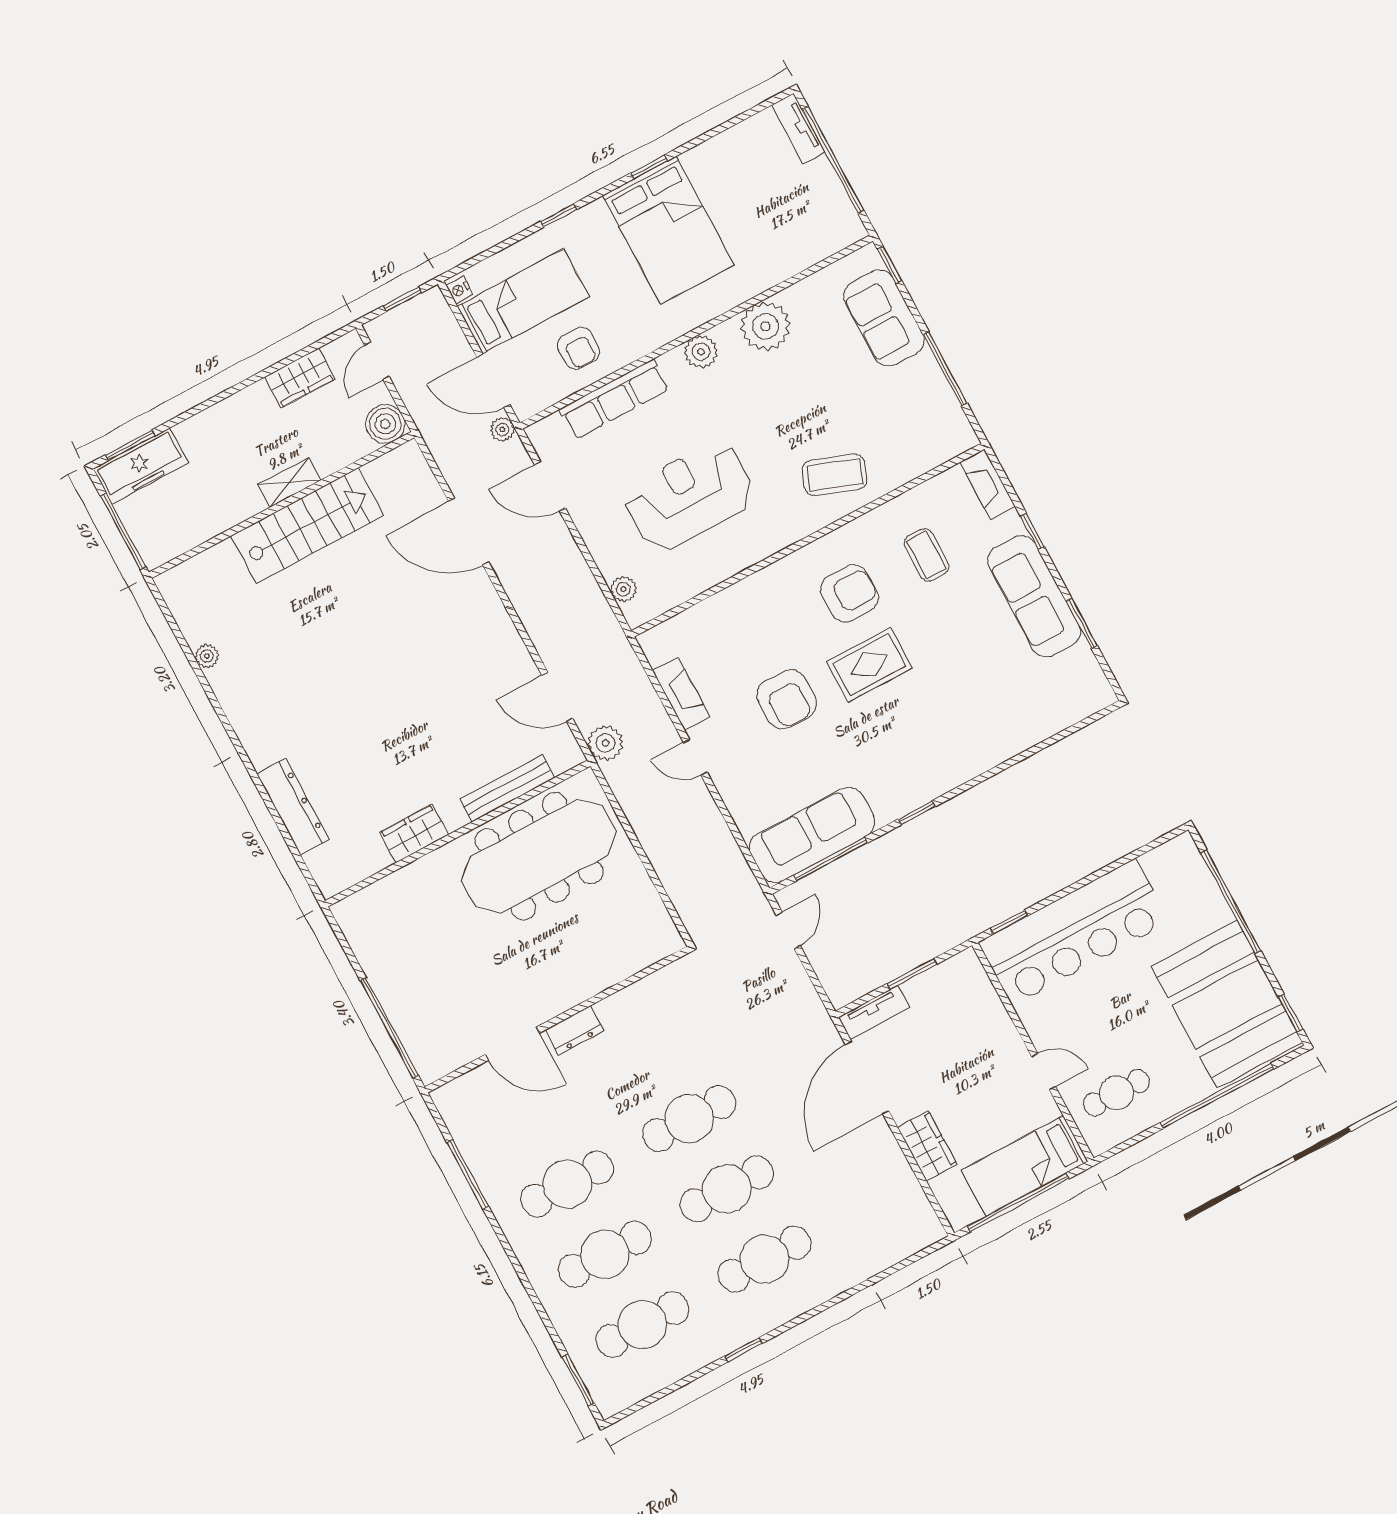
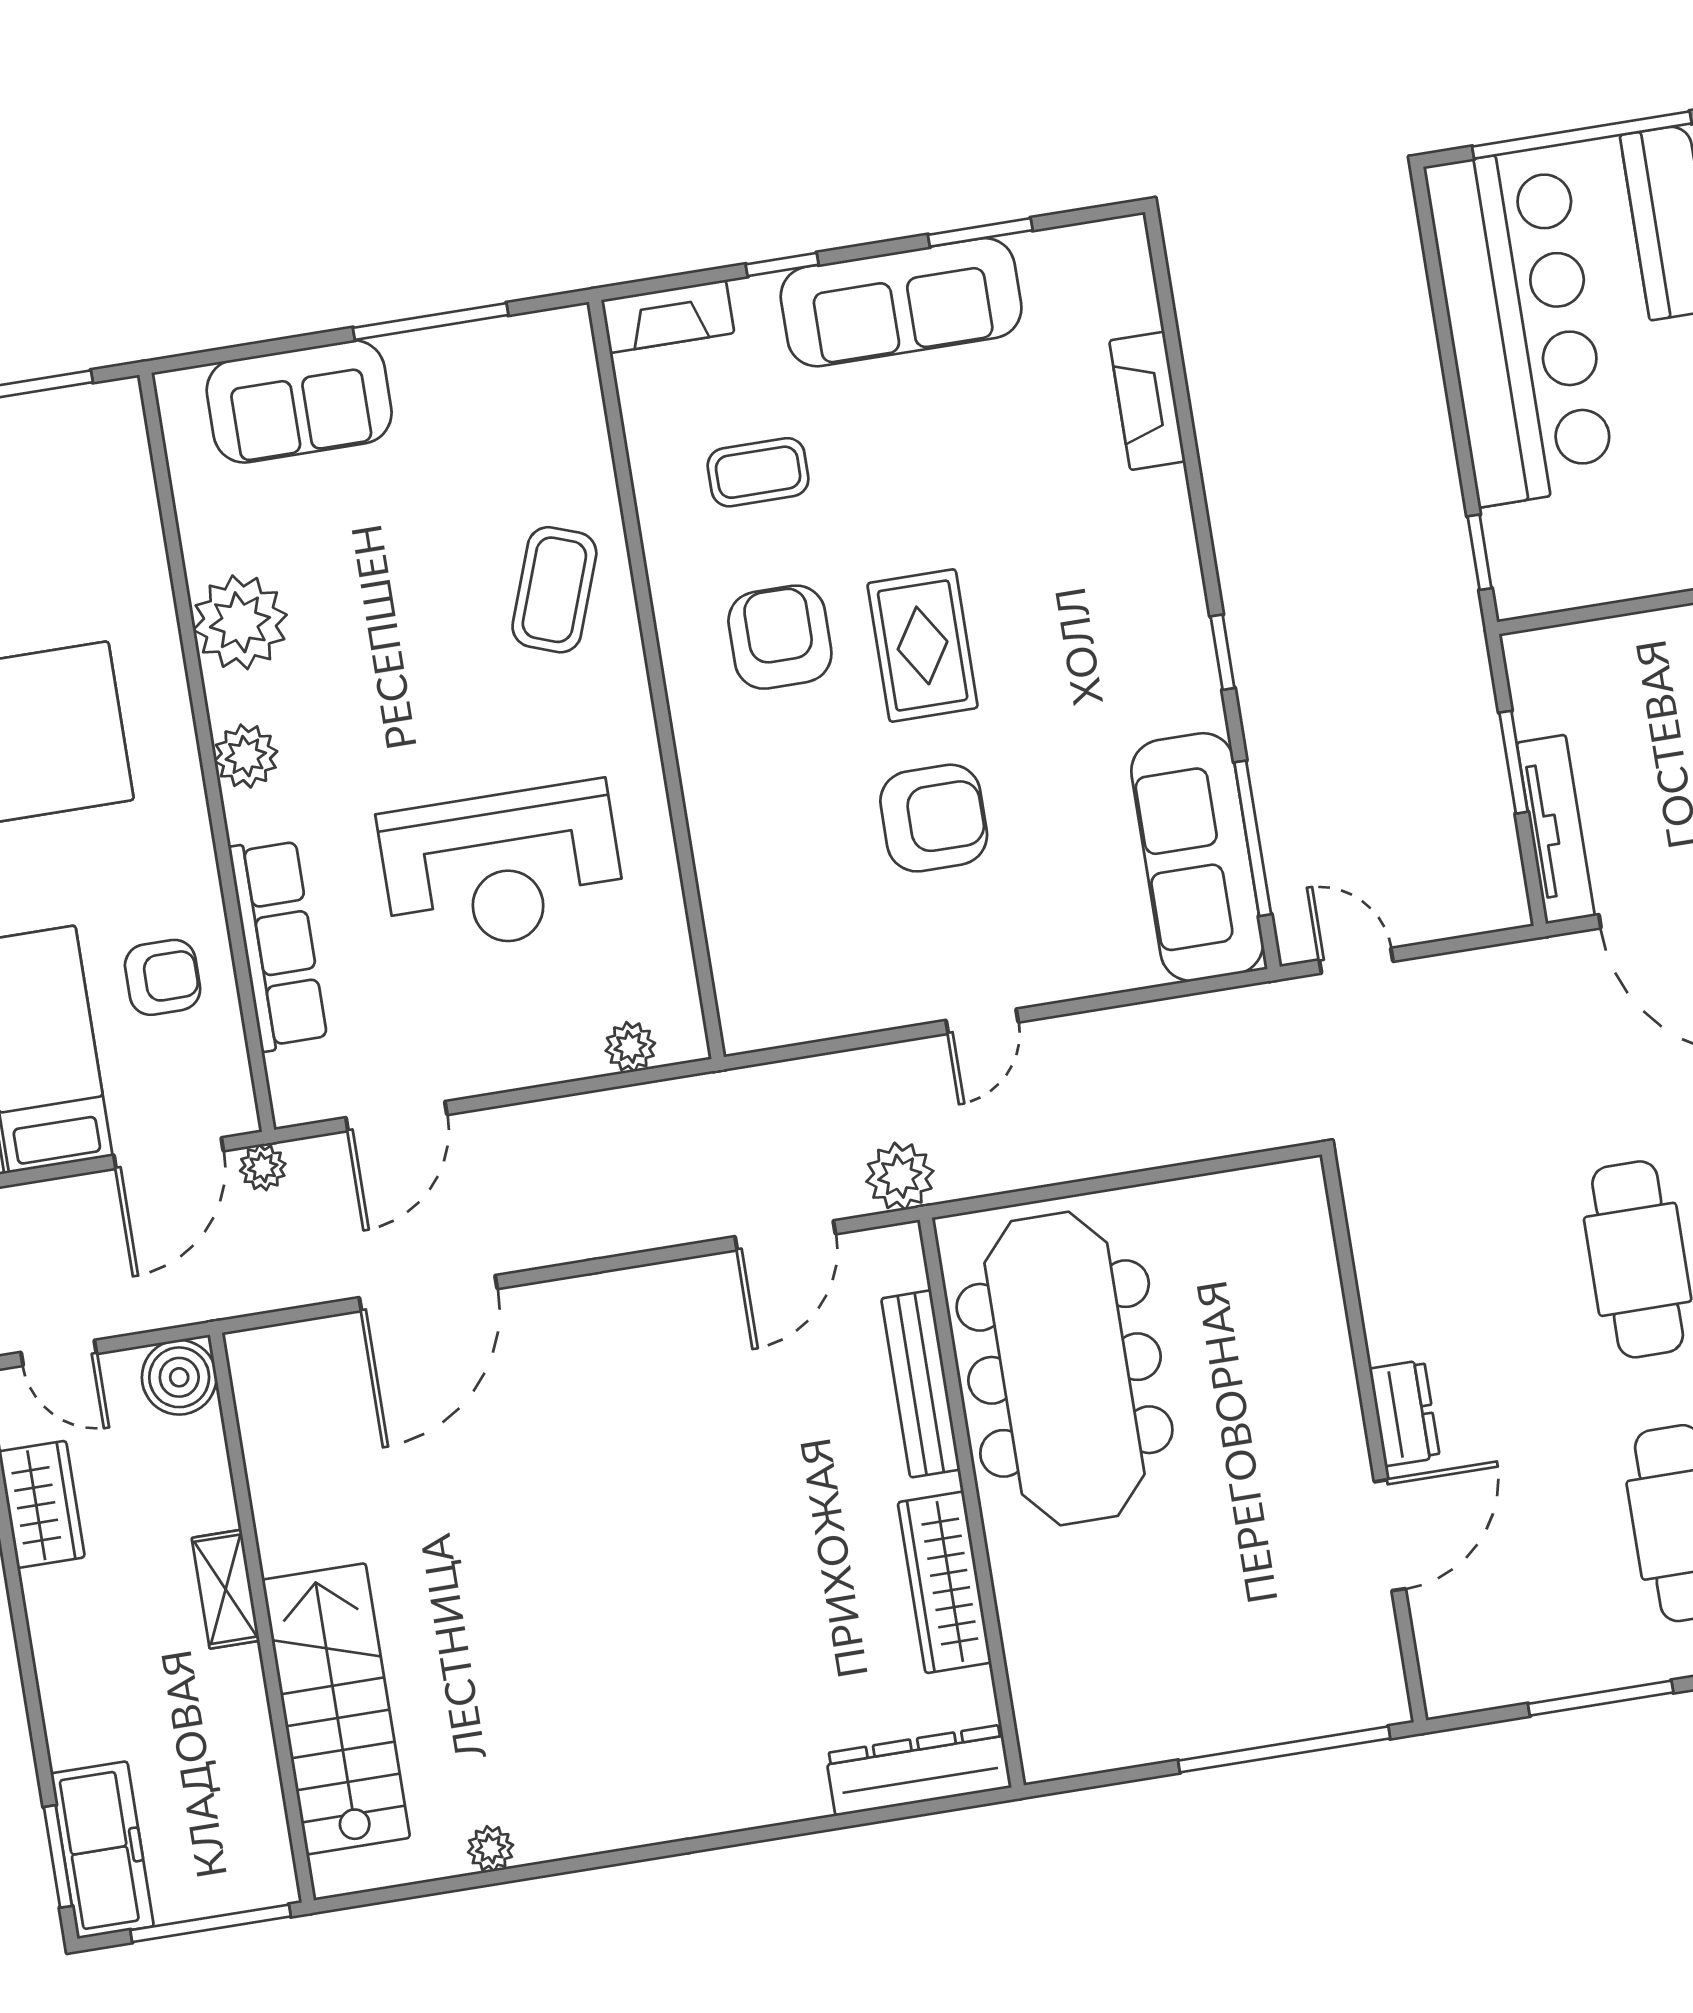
window: (890, 265) -> (206, 358), removed
reception desk: (689, 496) -> (502, 868), turned -90
stairs: (307, 526) -> (336, 1709), moved
fireplace: (681, 694) -> (1147, 401), moved, turned -90
dresser: (293, 807) -> (919, 1770), moved
wardrobe: (414, 834) -> (945, 1582), width x1.50
bar counter: (1074, 932) -> (1520, 326), moved
tv unit: (874, 1012) -> (1556, 829), width x1.41

